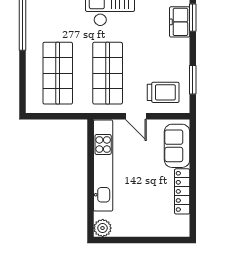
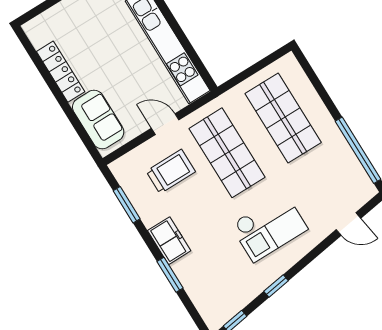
freezer: (180, 22) -> (169, 241), moved
trolley: (163, 92) -> (171, 171), moved, turned 180

